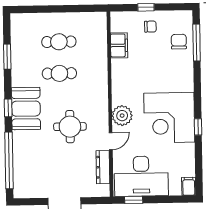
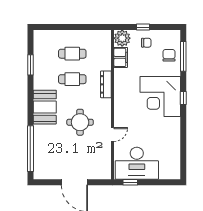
window: (8, 108) -> (30, 106), removed
plant: (122, 116) -> (122, 38), moved
corner desk: (169, 118) -> (160, 97), moved
window: (198, 127) -> (183, 98), moved
dresser: (103, 167) -> (106, 84), moved
filing cabinet: (189, 186) -> (175, 172), removed

